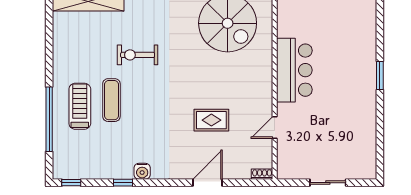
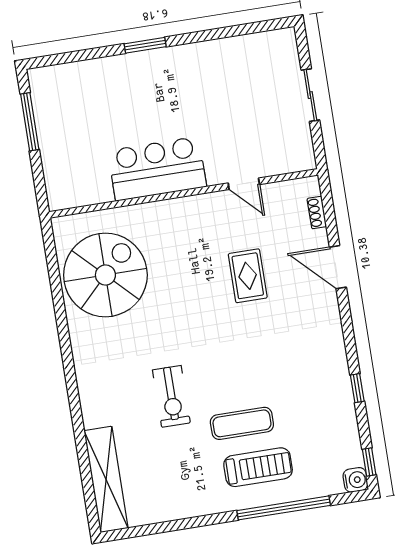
treadmill: (80, 106) -> (258, 467), turned 180
water cooler: (142, 171) -> (355, 480), moved
shoe rack: (262, 174) -> (317, 213), moved

